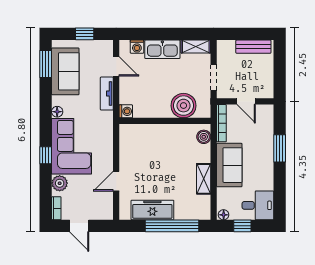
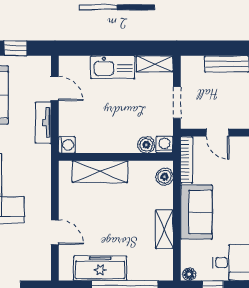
washing machine: (137, 47) -> (164, 145), moved, turned 180
boiler: (184, 106) -> (146, 145), width x0.54, depth x0.54
shelving: (152, 133) -> (100, 172), added
door: (116, 181) -> (55, 232), swing flipped

